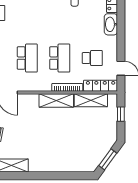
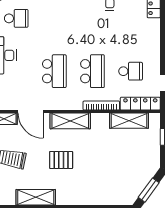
washbasin: (111, 24) -> (152, 32), removed
shelving: (56, 100) -> (70, 121), moved
pallet: (33, 134) -> (61, 160), added

